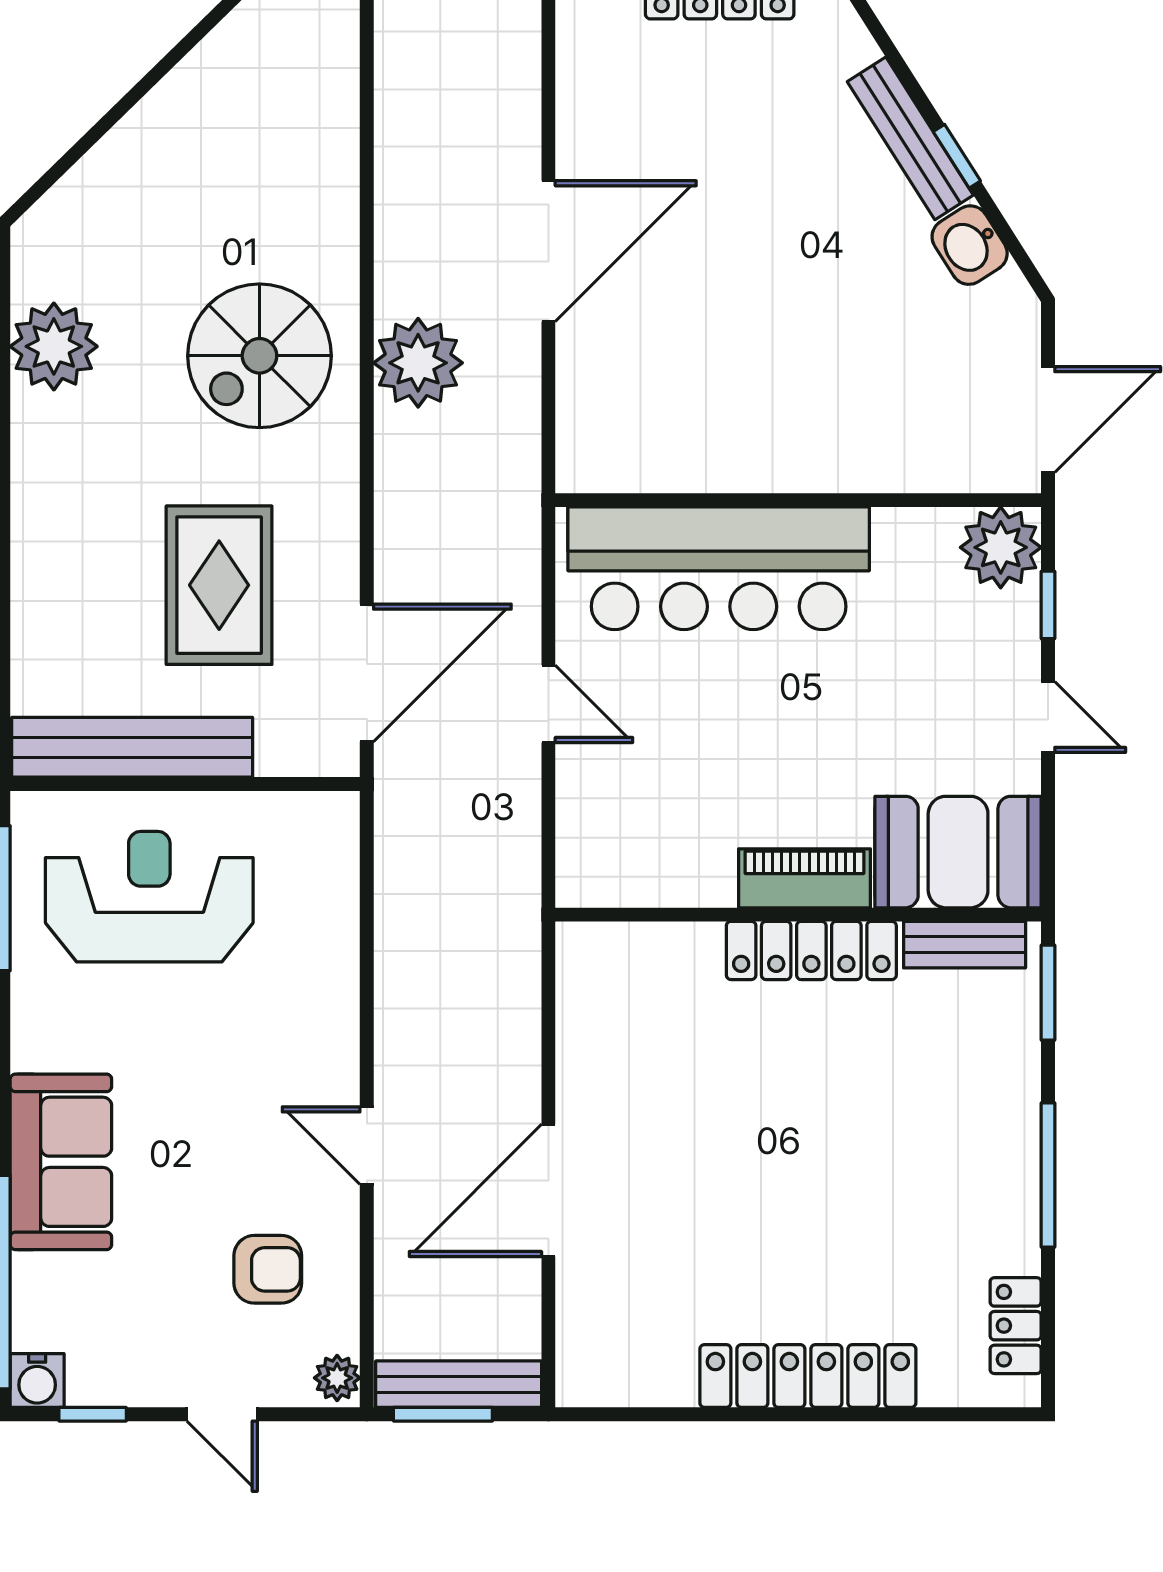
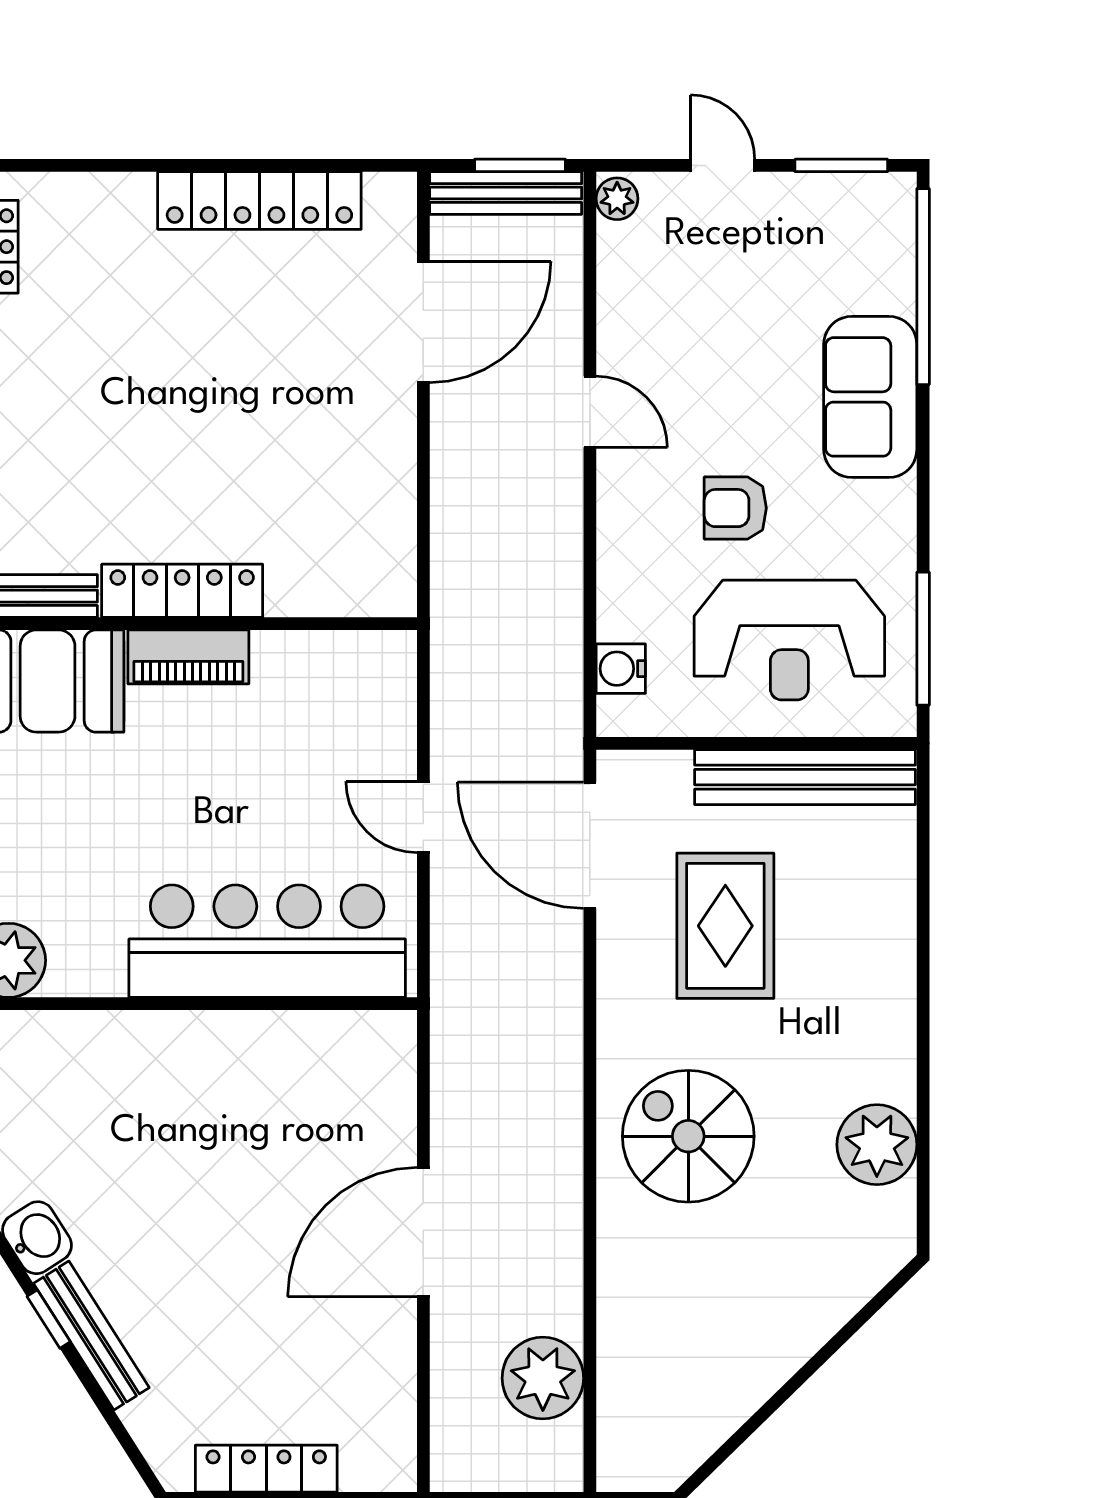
spiral stairs: (259, 356) -> (688, 1136), turned -90
plant: (418, 363) -> (543, 1378), moved
door: (367, 673) -> (590, 845), hinge flipped
door: (548, 1190) -> (423, 322), moved
armchair: (268, 1269) -> (735, 508), moved
locker: (808, 1376) -> (259, 201), moved
water cooler: (37, 1380) -> (621, 669), moved, turned -90
window: (93, 1414) -> (841, 165), width x1.50

